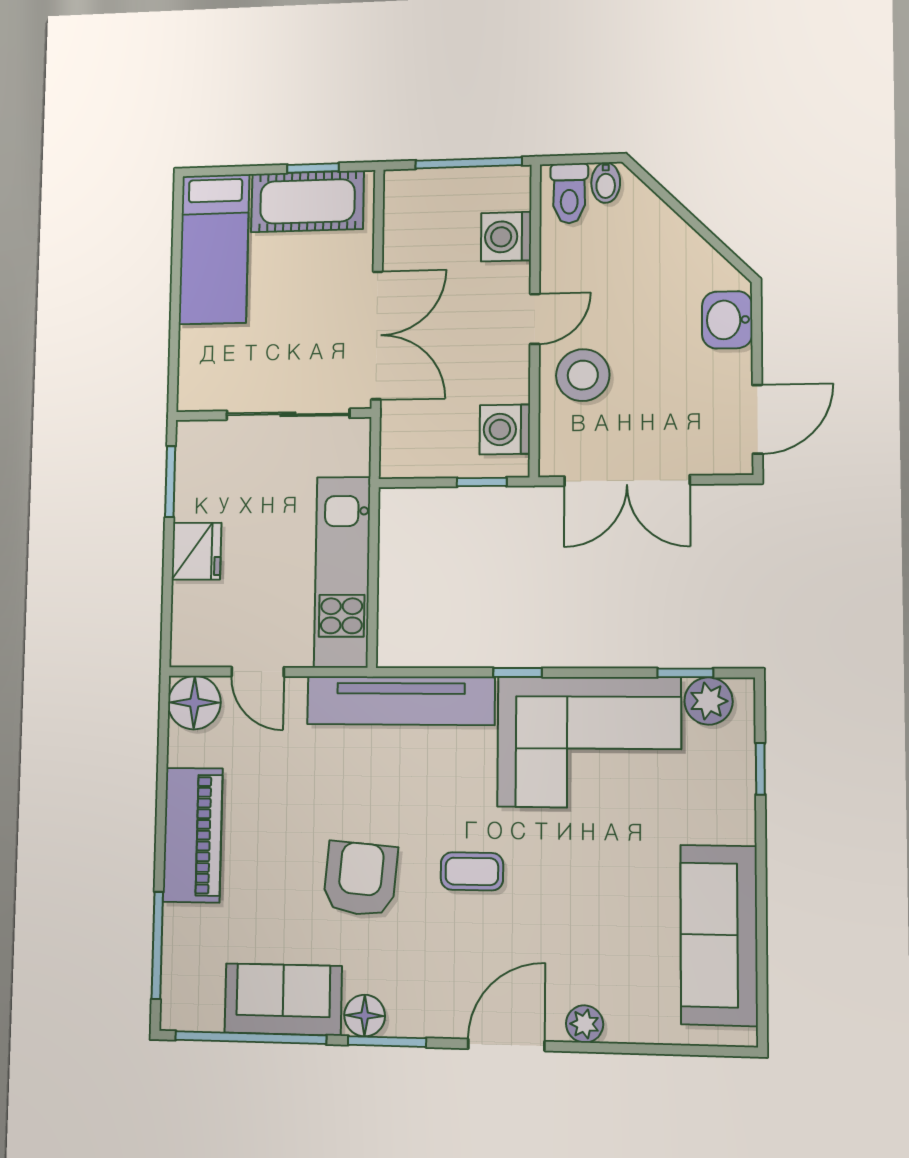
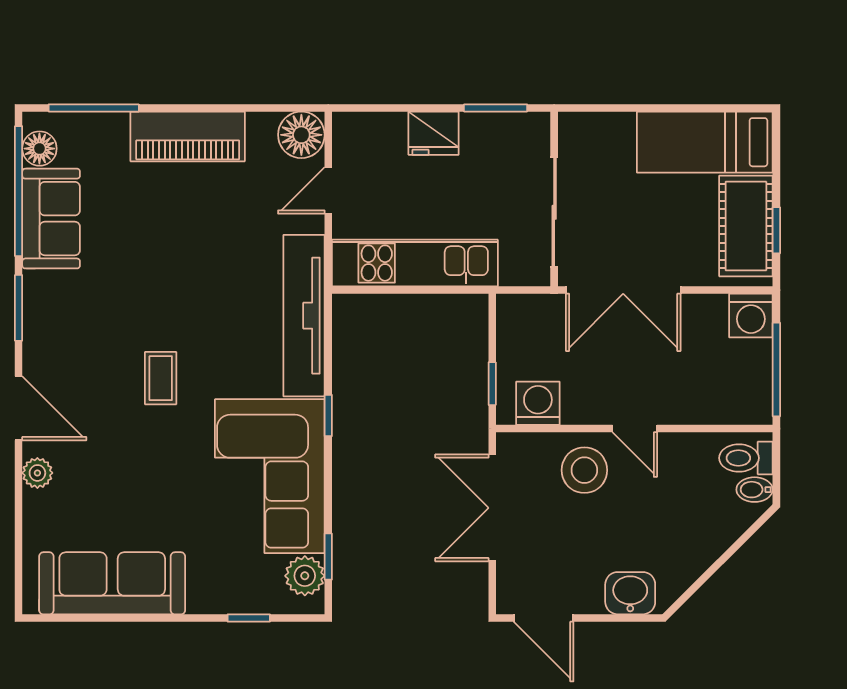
washing machine: (506, 237) -> (751, 316), moved, turned 180
armchair: (360, 879) -> (153, 283), removed
floor lamp: (365, 1016) -> (39, 149), moved

